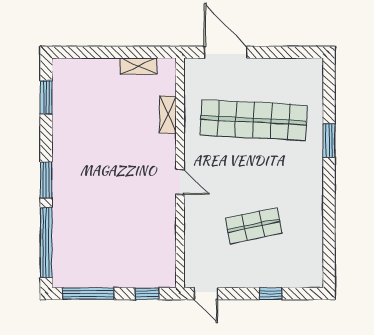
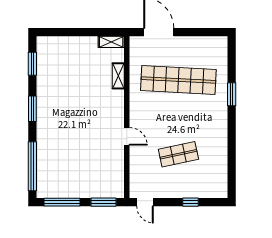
shelving: (138, 66) -> (111, 42), moved
window: (46, 180) -> (32, 109), moved
door: (180, 182) -> (127, 136), moved
window: (147, 294) -> (103, 202), width x1.50

